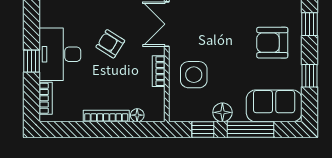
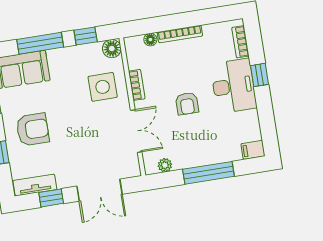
armchair: (110, 44) -> (187, 104), turned 58
floor lamp: (222, 112) -> (112, 49), moved

